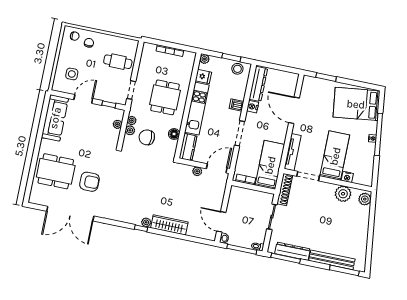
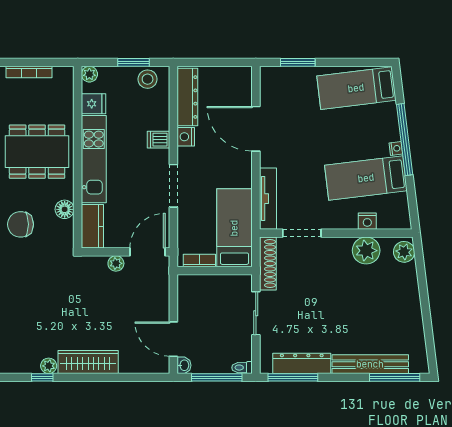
dining table: (165, 97) -> (37, 152), width x1.37
bed: (356, 104) -> (356, 88), width x0.67
bed: (335, 156) -> (366, 178), moved, turned -97

